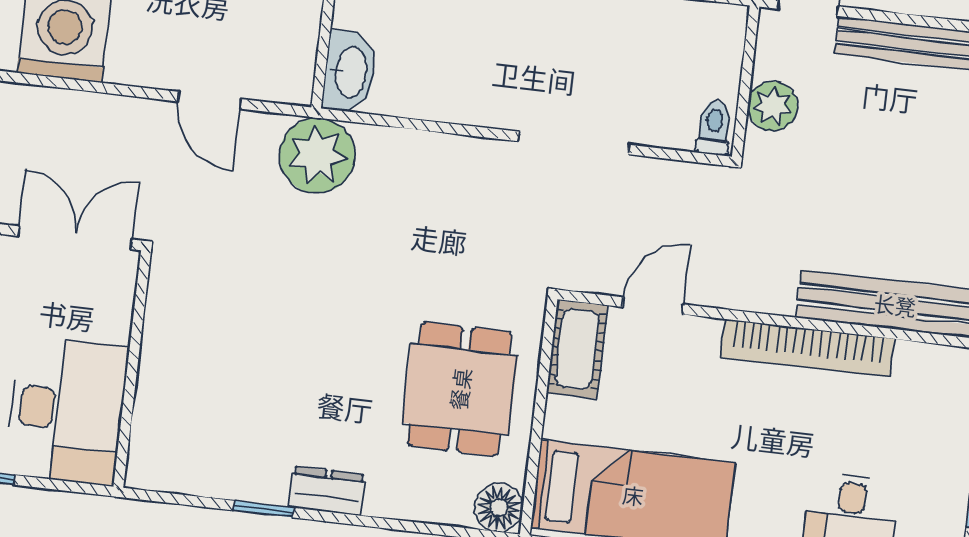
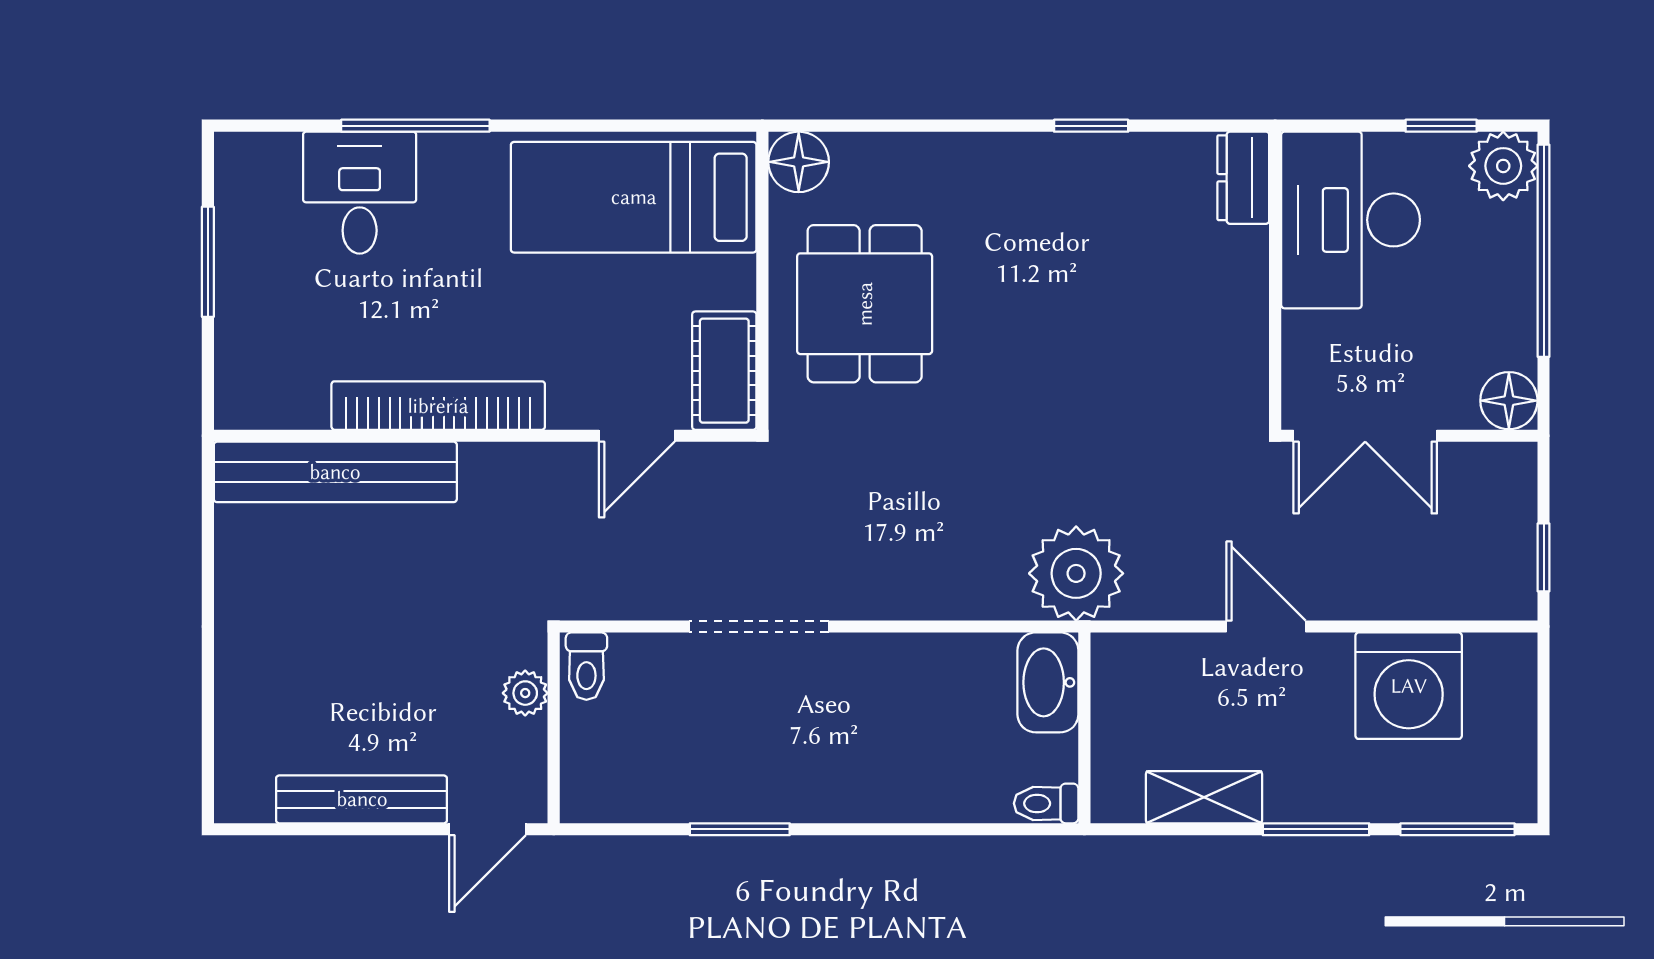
door: (210, 100) -> (1266, 627), moved
plant: (773, 106) -> (525, 693), width x0.73, depth x0.73
dresser: (327, 491) -> (1243, 178), moved, turned 90

